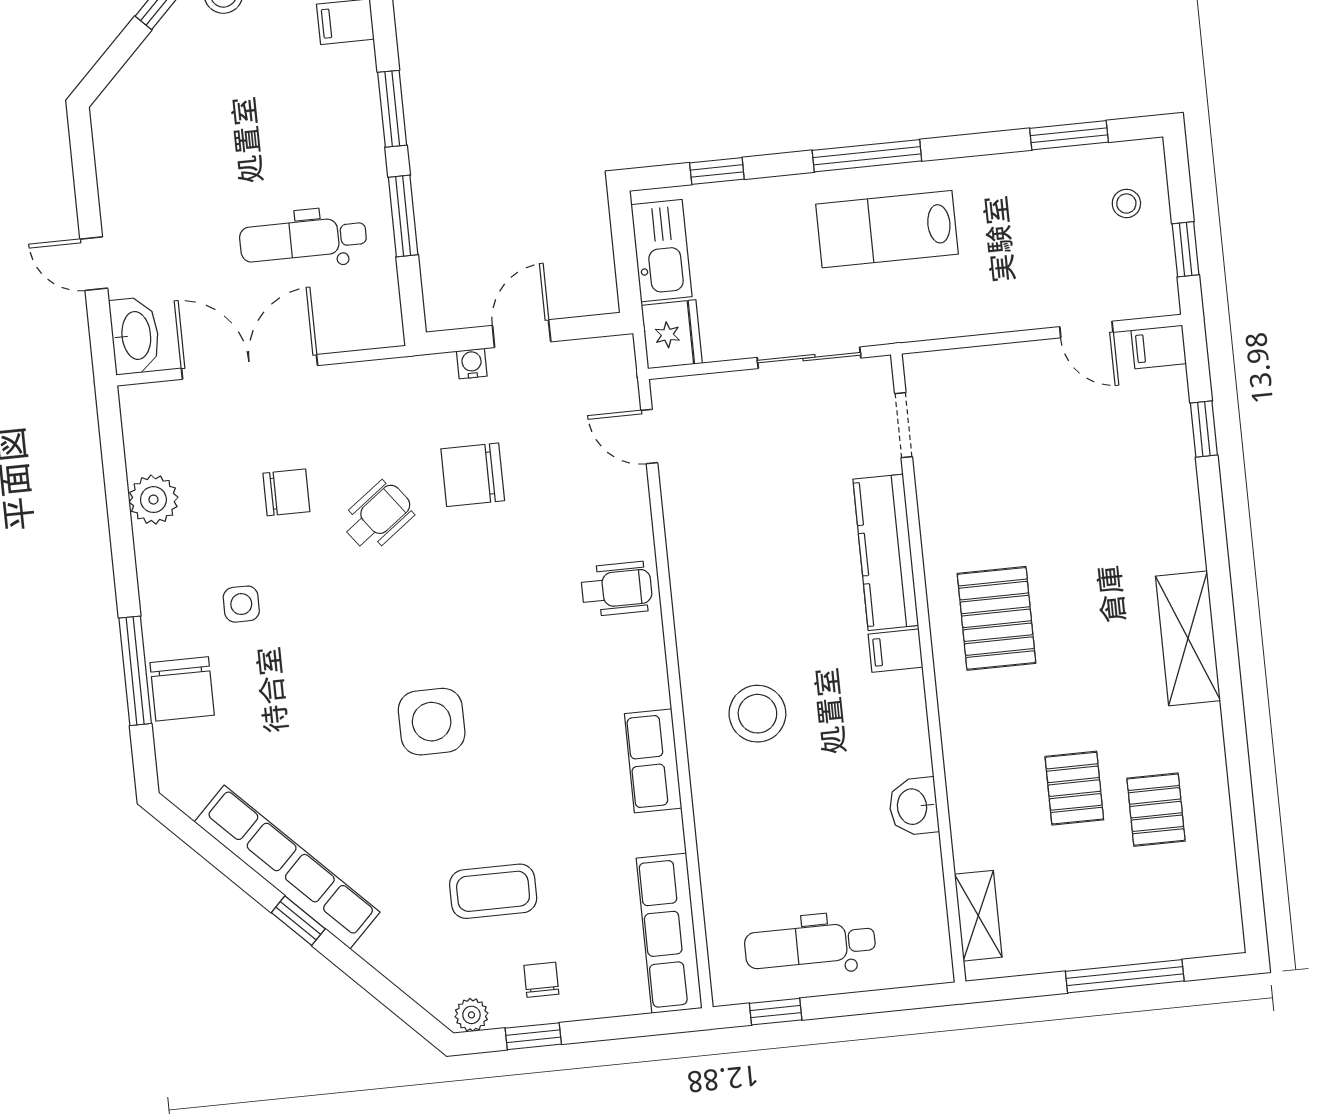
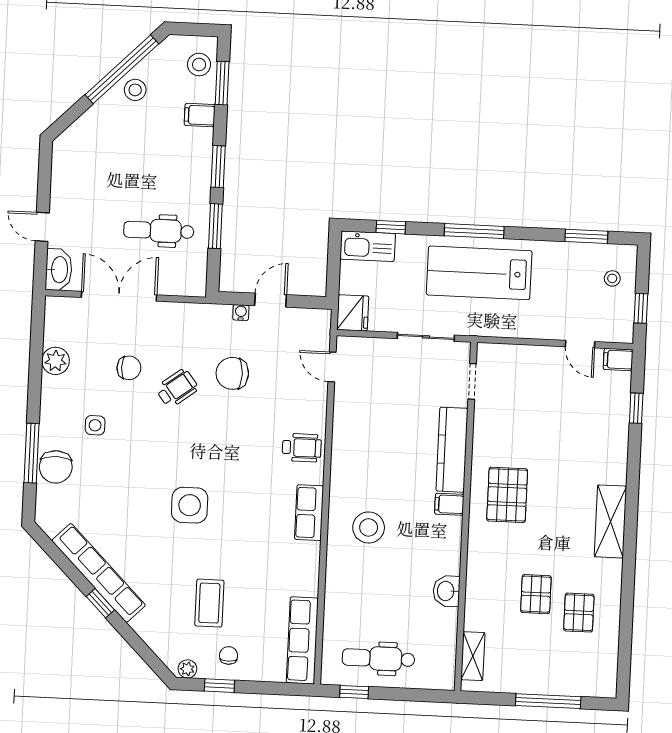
lab bench: (887, 229) -> (479, 273), width x1.36, depth x1.39
kitchen sink: (661, 251) -> (368, 246), moved, turned 90
row of seats: (653, 761) -> (309, 513), moved
coffee table: (493, 891) -> (209, 603), turned 90

